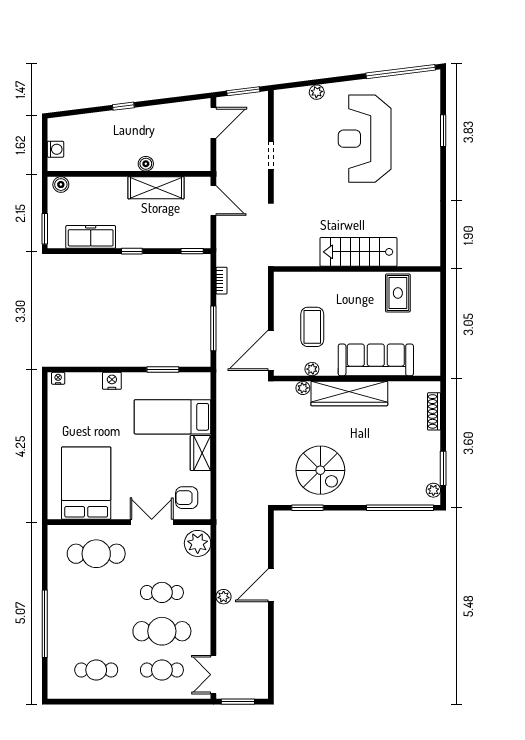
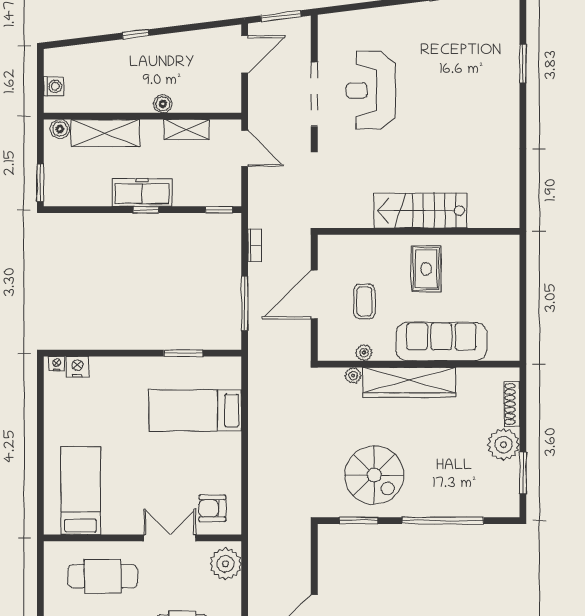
plant: (317, 92) -> (370, 17), removed
reception desk: (365, 139) -> (371, 90), moved, width x0.74, depth x0.77
doorway: (271, 156) -> (314, 94), width x1.88
shelving: (98, 188) -> (105, 133), added
shelving: (156, 188) -> (186, 130), width x0.67, depth x0.75
freezer: (91, 237) -> (142, 193), moved
rug: (398, 293) -> (426, 269), moved
coffee table: (312, 327) -> (364, 301), width x0.73, depth x0.77
door: (271, 350) -> (314, 295), moved
nightstand: (112, 381) -> (77, 367), moved
wardrobe: (201, 453) -> (229, 454), removed
bed: (86, 483) -> (81, 491), width x0.67
plant: (433, 490) -> (504, 445), moved, width x1.88, depth x1.88
window: (400, 508) -> (443, 521), moved

